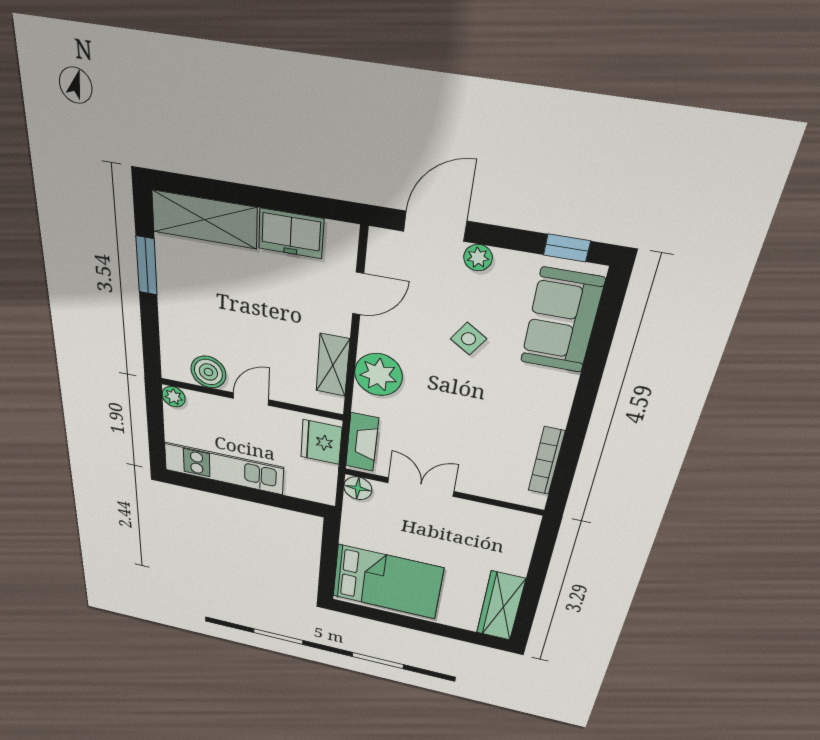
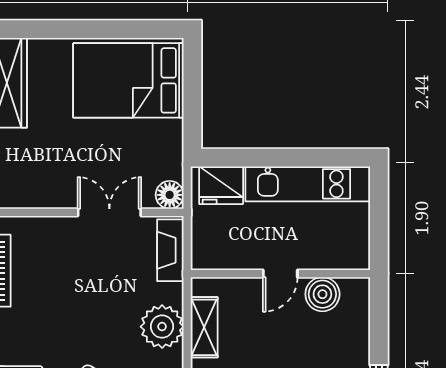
plant: (174, 397) -> (359, 258), removed
fridge: (321, 442) -> (221, 185), moved, turned 90
double door: (421, 487) -> (109, 212), swing flipped

